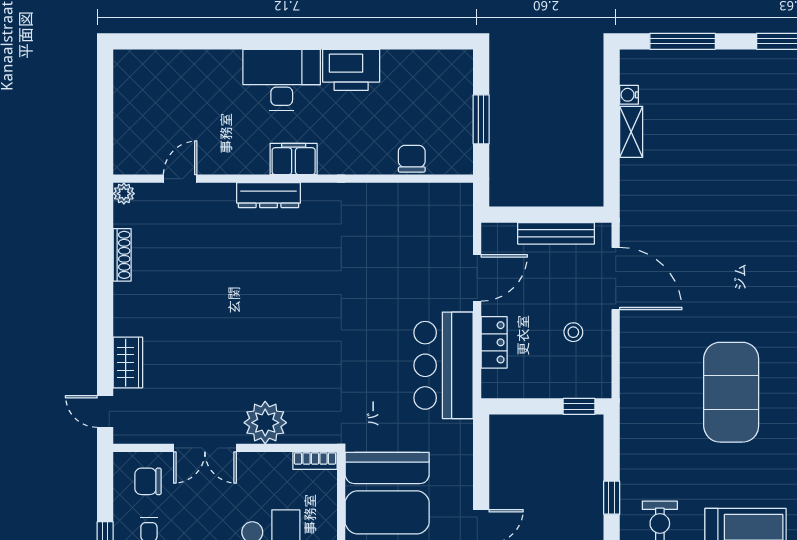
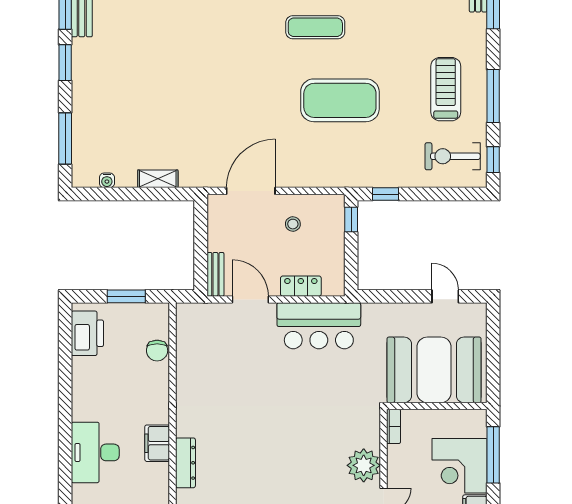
printer: (351, 70) -> (87, 333), moved
shelving: (631, 132) -> (158, 179), moved
chair: (412, 159) -> (157, 351), turned -90
bench: (556, 233) -> (215, 274), moved, width x0.73
window: (612, 498) -> (386, 194), moved

